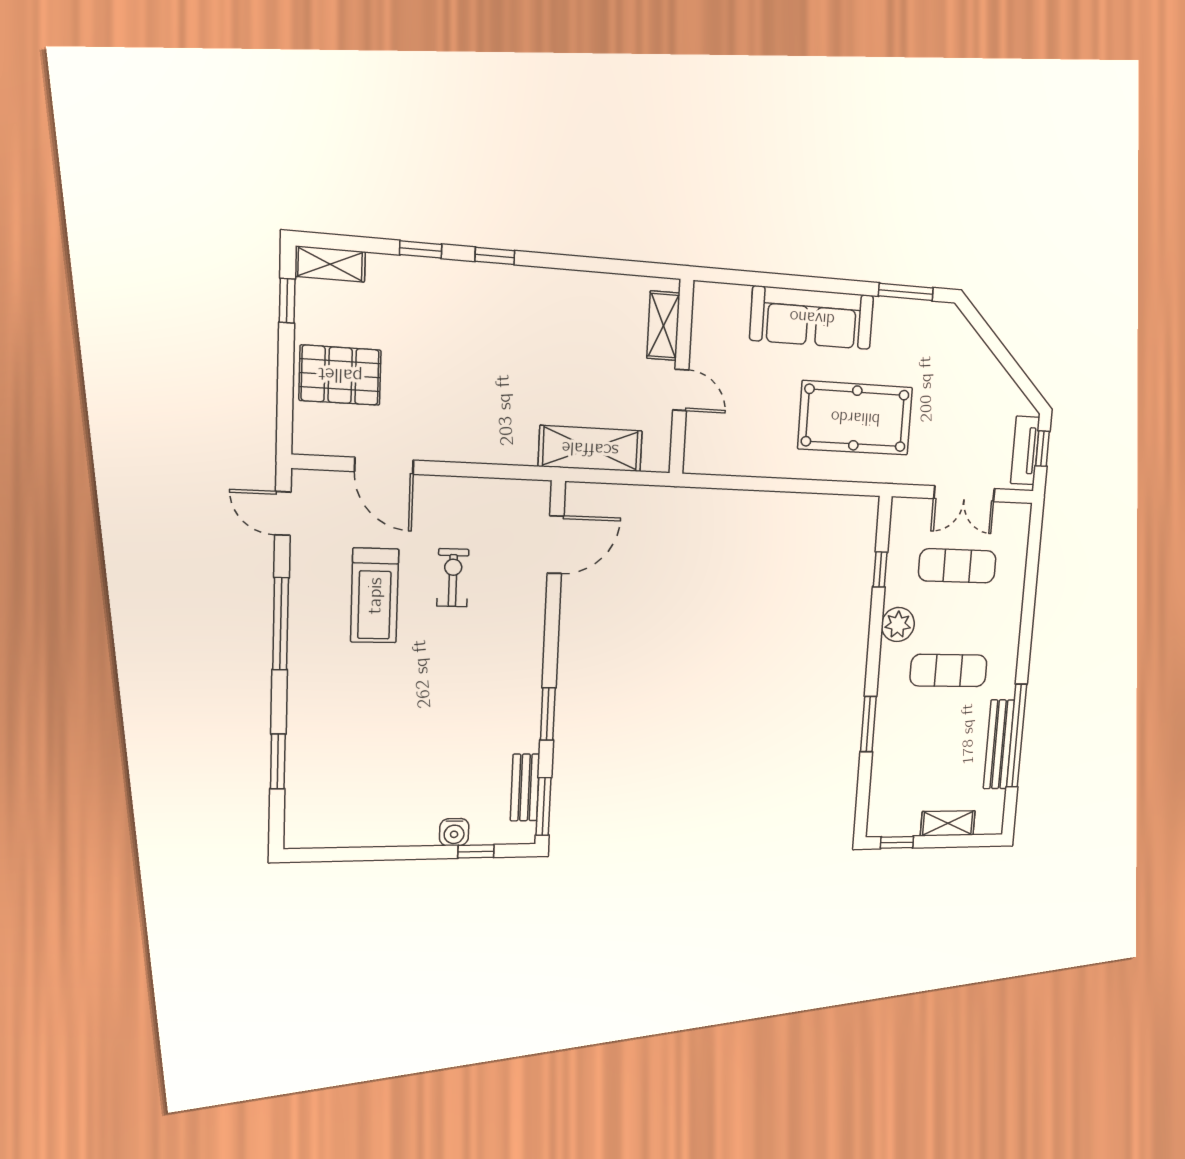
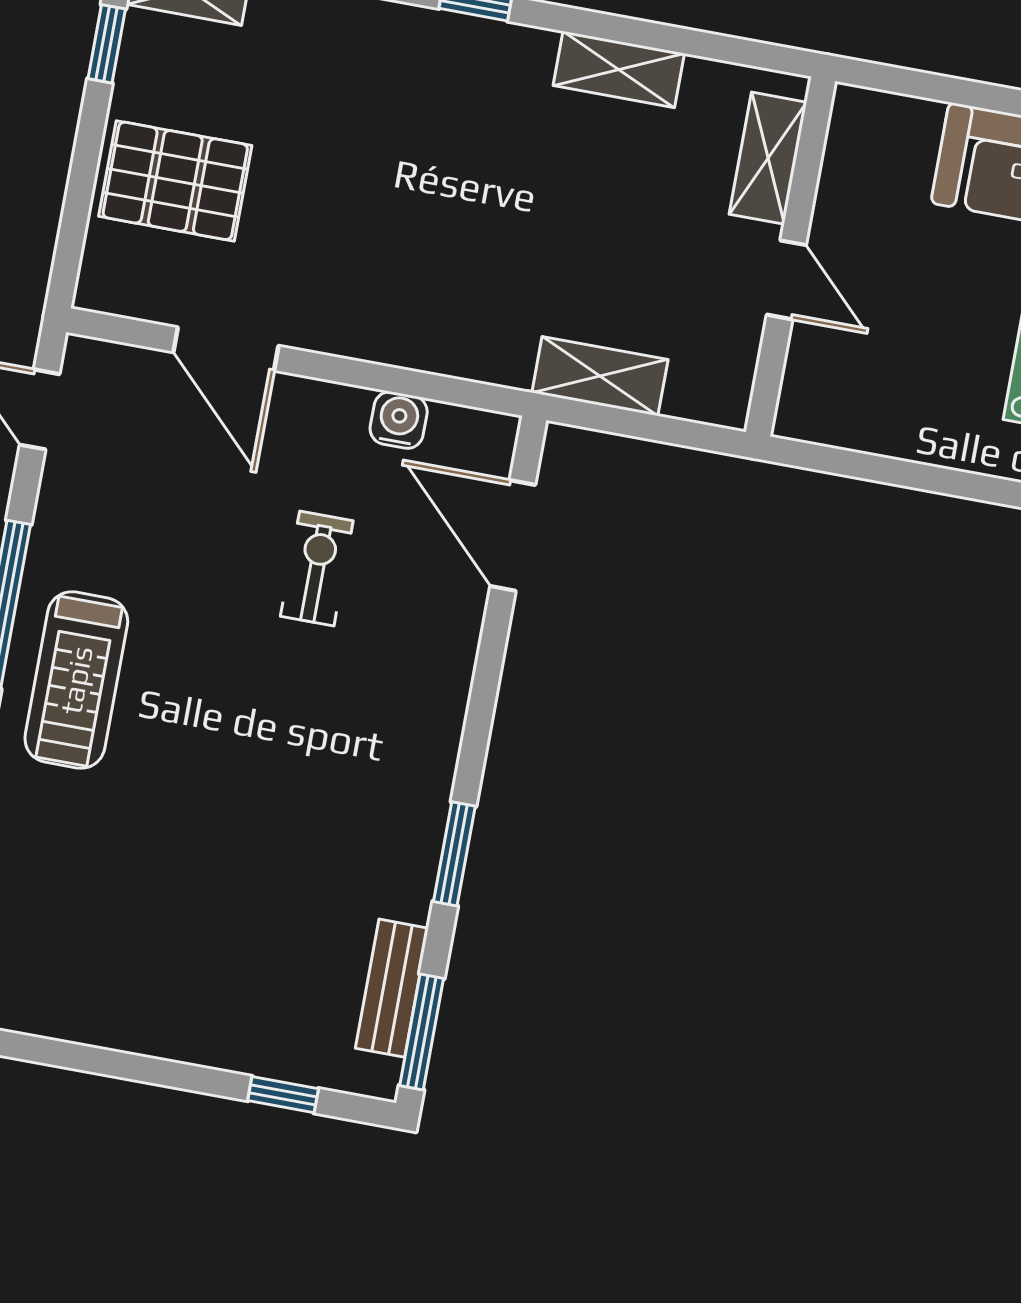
shelving: (578, 286) -> (619, 69), added
shelving: (590, 449) -> (600, 376), width x0.67, depth x0.75
door: (555, 545) -> (513, 536), swing flipped
treadmill: (375, 596) -> (76, 680), moved
water cooler: (454, 832) -> (399, 420), moved, turned 180

